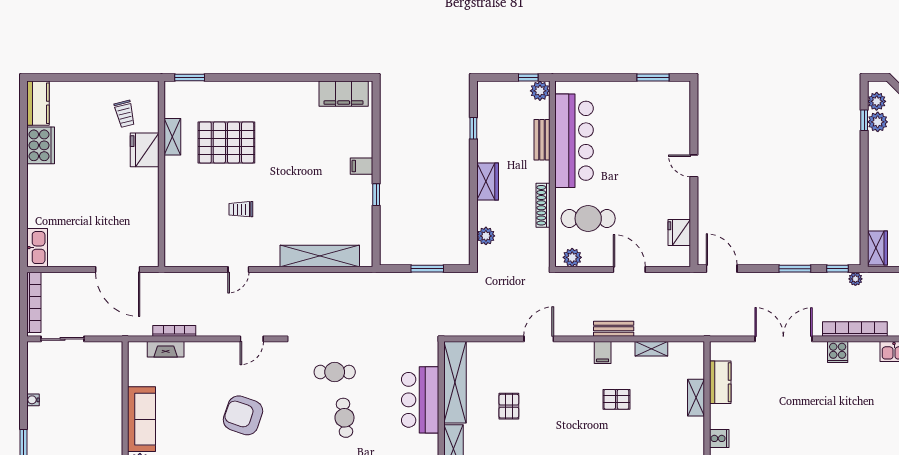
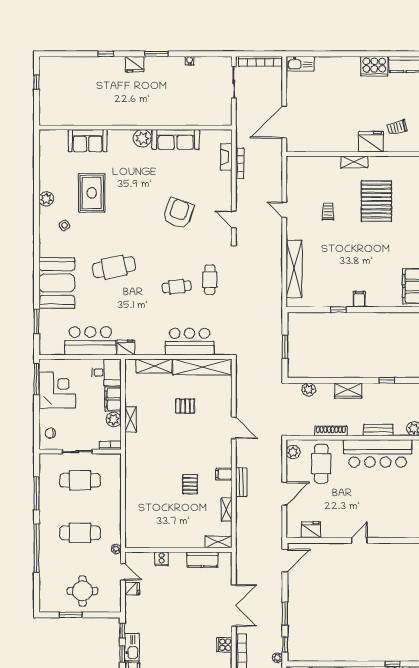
shelving: (172, 137) -> (354, 162), moved
shelving: (696, 398) -> (219, 542), moved

